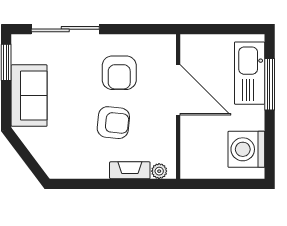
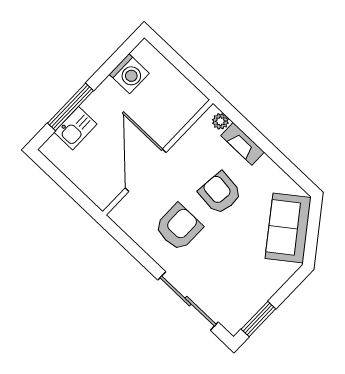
kitchen sink: (250, 73) -> (76, 128), width x0.53, depth x0.81
sofa: (29, 96) -> (288, 228), moved, turned -37
washing machine: (246, 149) -> (129, 74), width x0.73, depth x0.73

